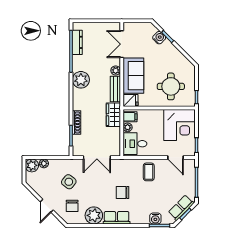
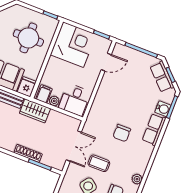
coffee table: (149, 172) -> (99, 163), moved
plant: (94, 215) -> (137, 179), width x0.53, depth x0.53
row of seats: (117, 218) -> (154, 129), moved

